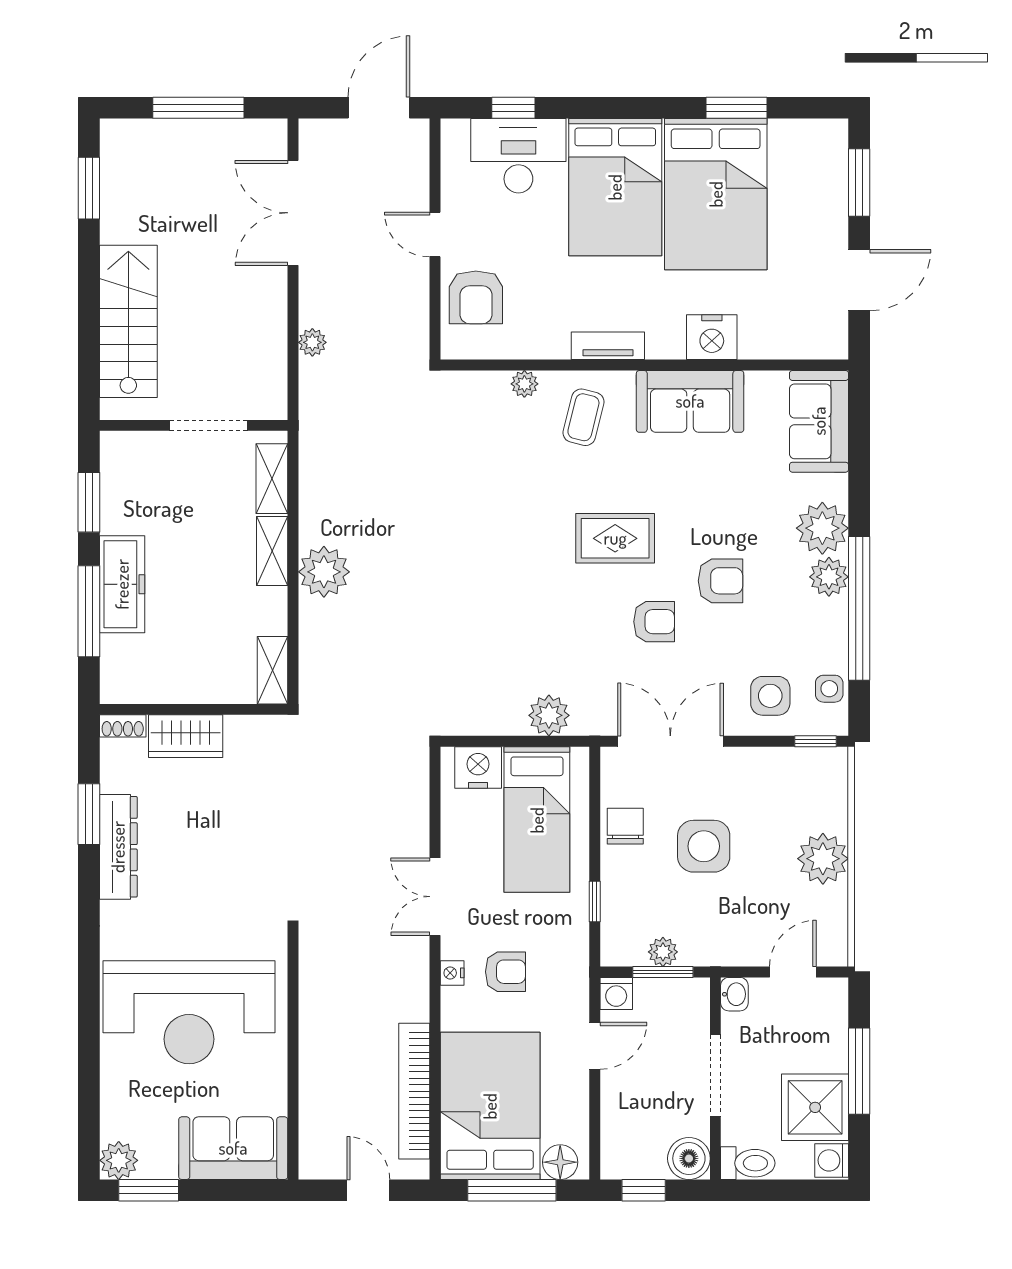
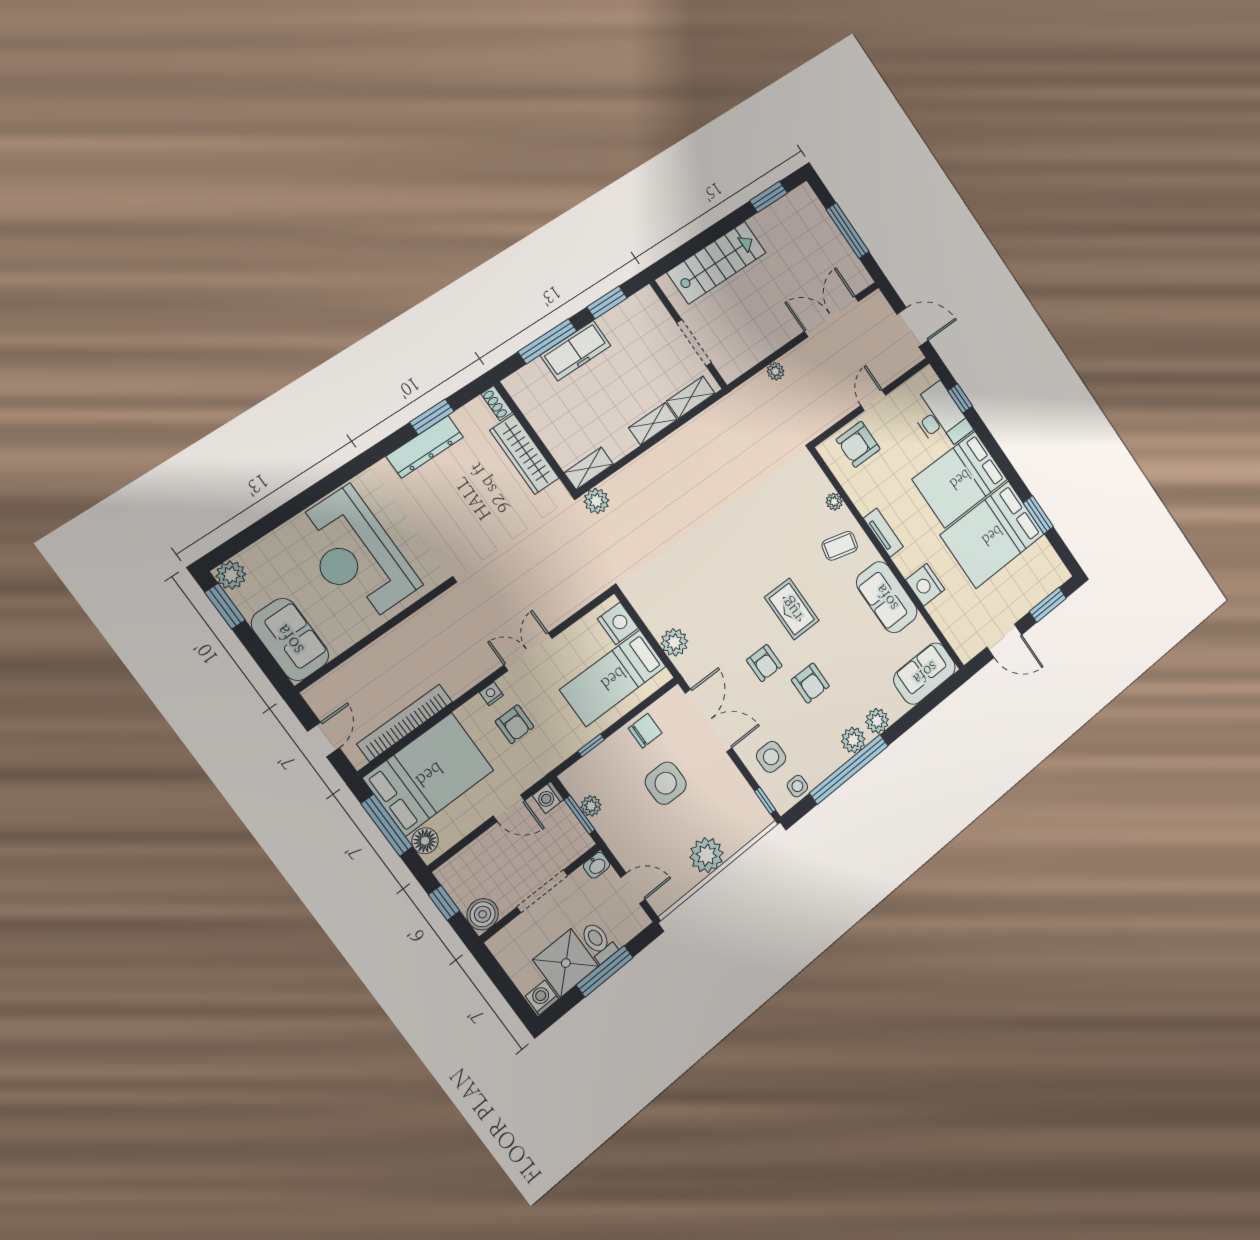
plant: (822, 528) -> (877, 721), width x0.73, depth x0.73
plant: (324, 572) -> (596, 501), moved, width x0.73, depth x0.73
wardrobe: (186, 736) -> (524, 454), width x1.50
toilet: (748, 1163) -> (598, 942), moved, turned 180

